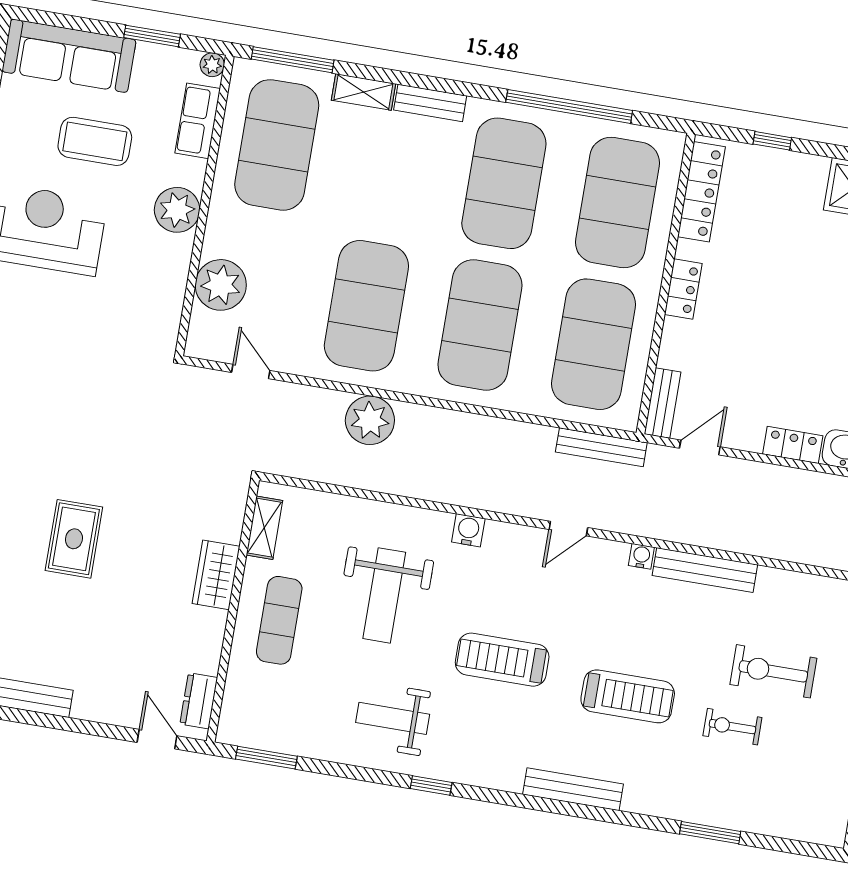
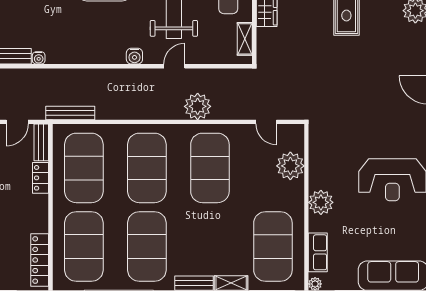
coffee table: (95, 141) -> (371, 232), removed
locker: (683, 289) -> (40, 178), moved
door: (568, 529) -> (174, 66), moved

